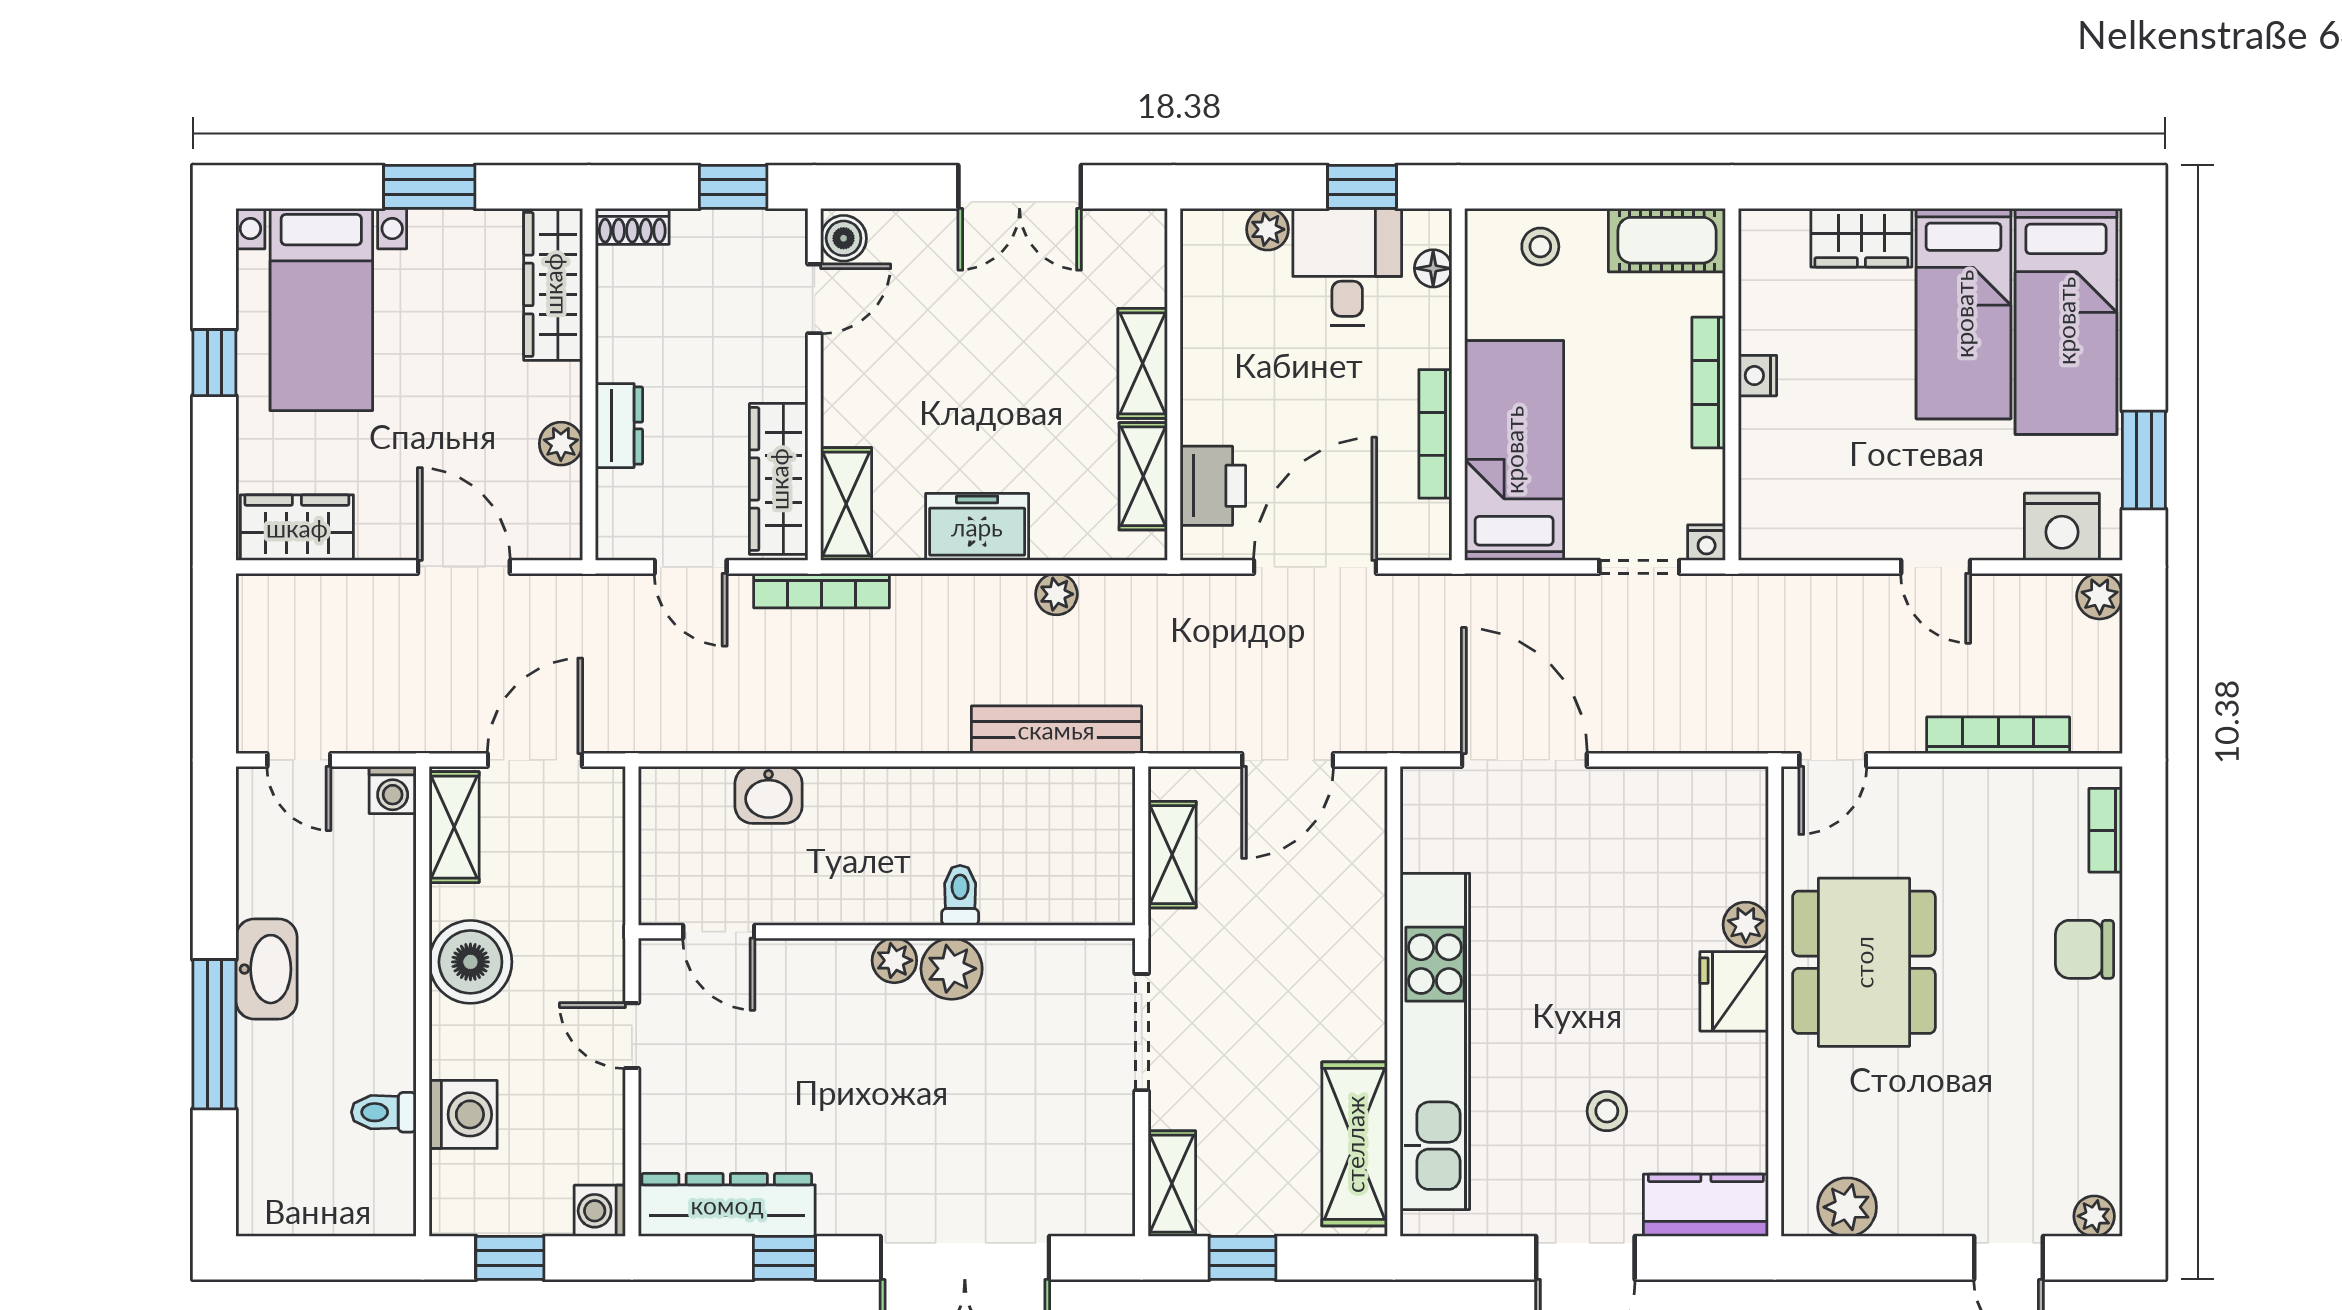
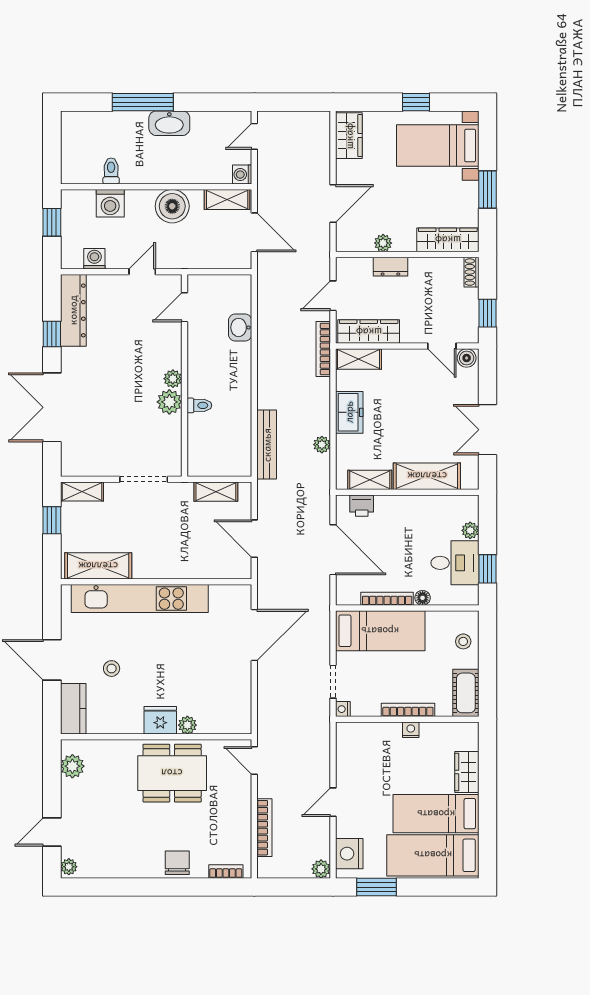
floor lamp: (1433, 268) -> (423, 598), moved
shelving: (1143, 363) -> (427, 476), width x1.50, depth x1.33
printer: (1213, 486) -> (362, 506), width x0.73, depth x0.81
washing machine: (600, 1211) -> (94, 259), moved

